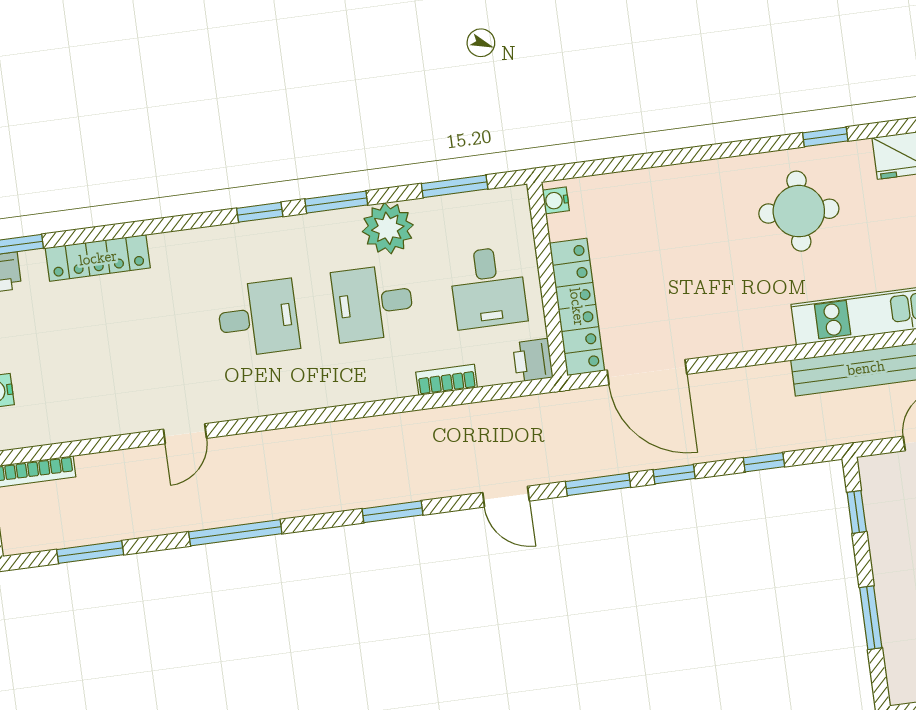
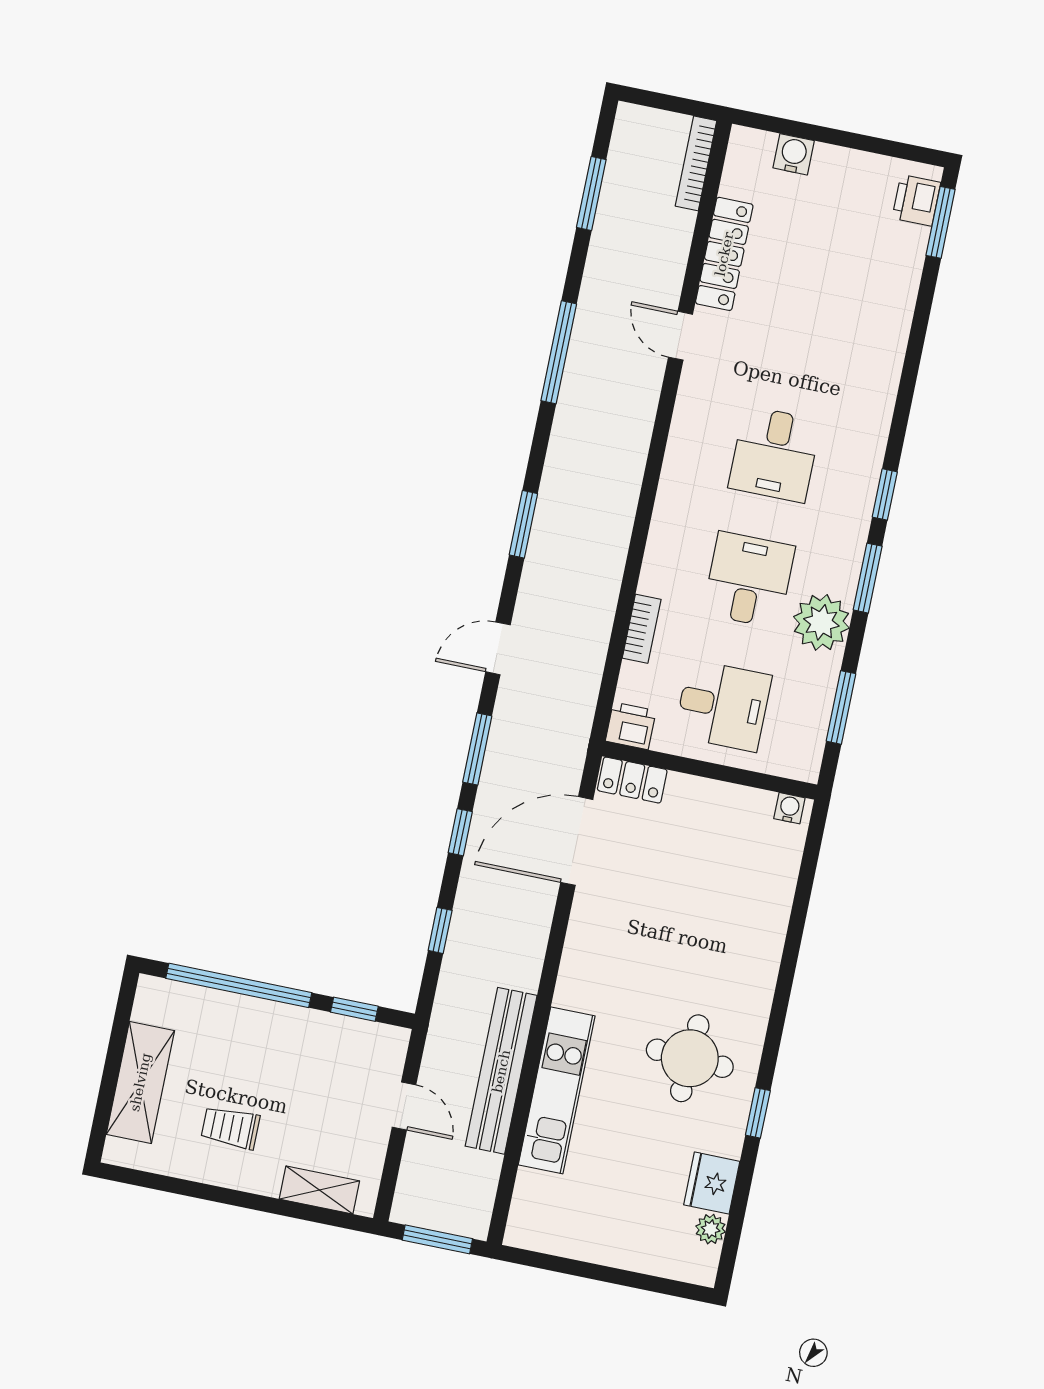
locker: (98, 258) -> (724, 254), moved, turned 180
desk: (488, 288) -> (723, 706), turned 180
locker: (577, 307) -> (632, 780), width x0.46, depth x0.83
window: (871, 618) -> (239, 985), width x2.11

